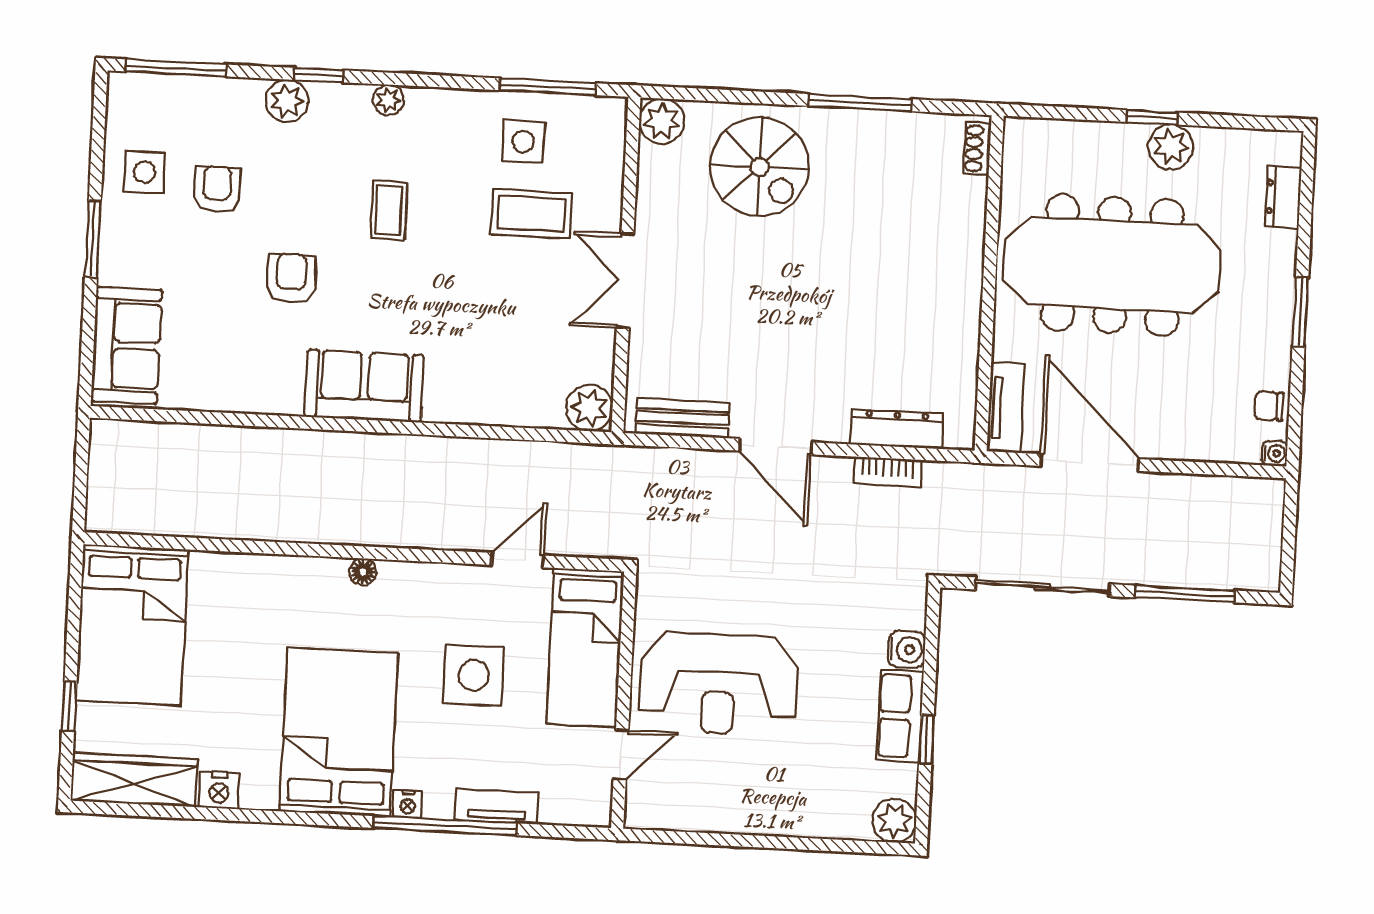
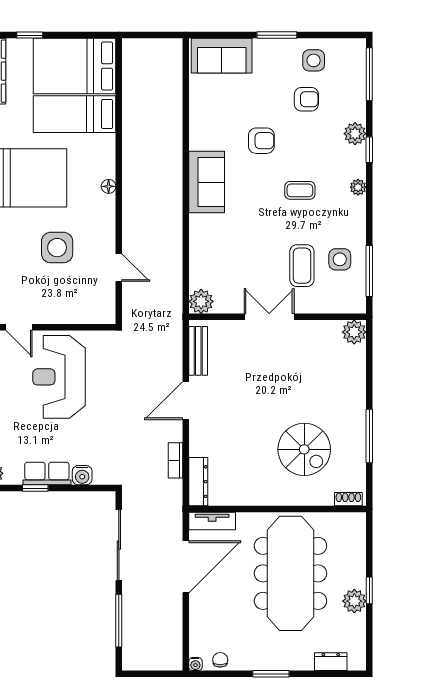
spiral stairs: (760, 167) -> (304, 449), moved, turned -90
dresser: (897, 429) -> (198, 482), moved
bed: (585, 648) -> (75, 114), moved

